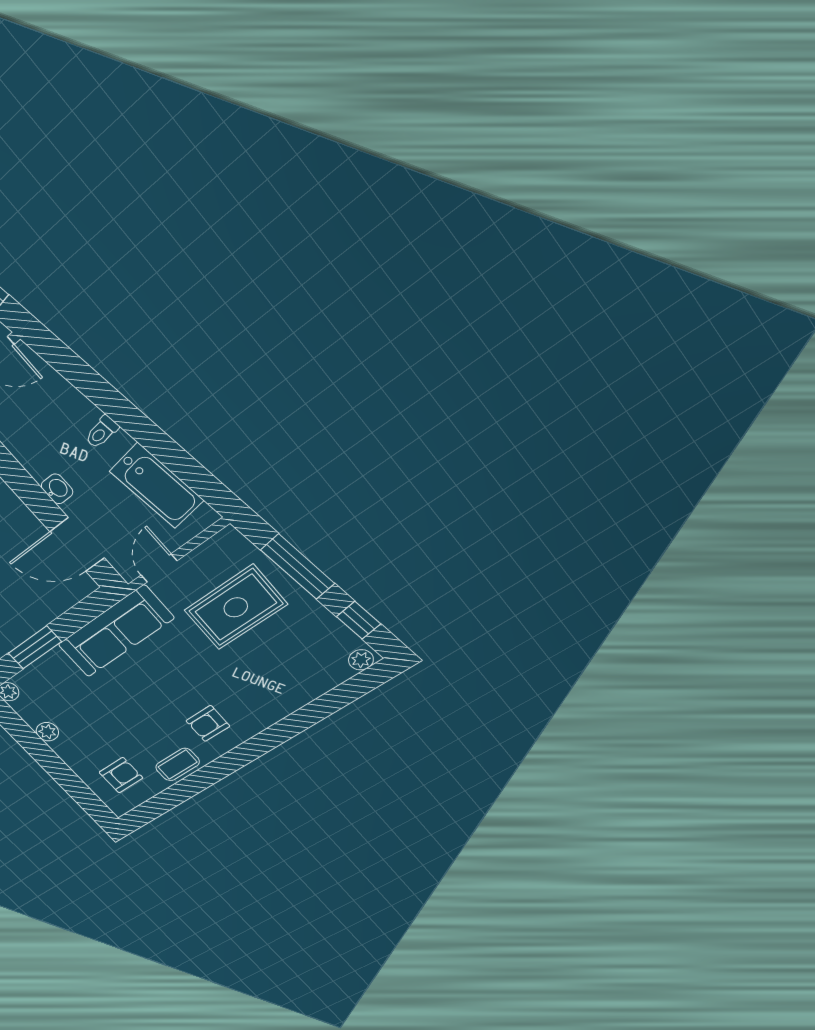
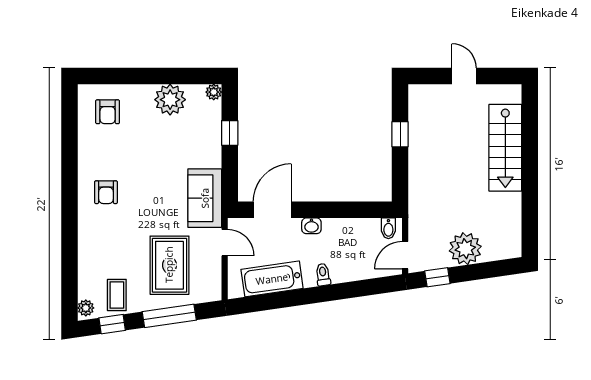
sofa: (116, 631) -> (205, 198), width x0.73
window: (35, 647) -> (230, 133), width x0.67
armchair: (208, 723) -> (106, 192), turned 180
plant: (47, 732) -> (170, 100), width x1.87, depth x1.87
coffee table: (178, 764) -> (117, 295), moved

